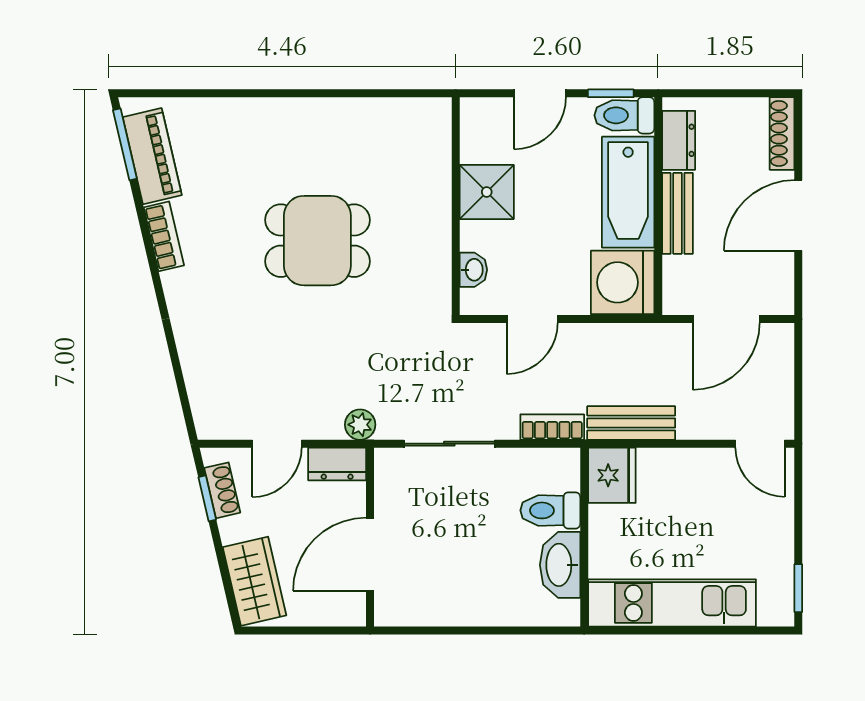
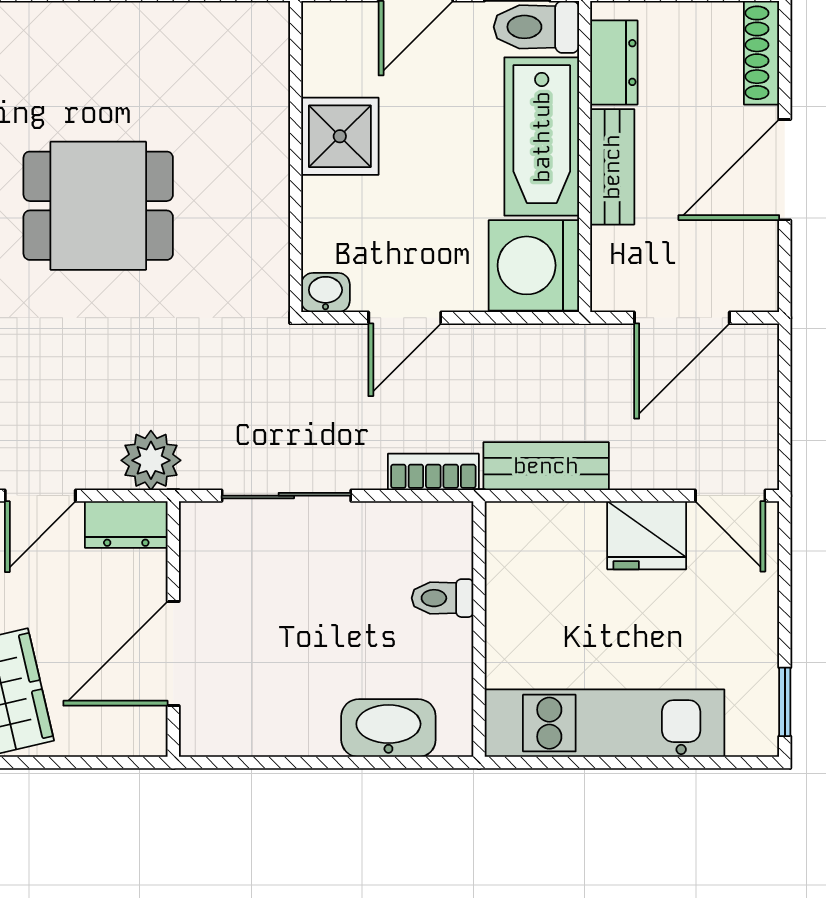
washbasin: (473, 270) -> (325, 293), moved, turned -90
plant: (360, 425) -> (151, 460), width x1.38, depth x1.38
fridge: (612, 475) -> (647, 535), moved, turned 90
toilet: (550, 510) -> (443, 598), width x0.73, depth x0.72
washbasin: (560, 565) -> (388, 728), moved, turned 90

